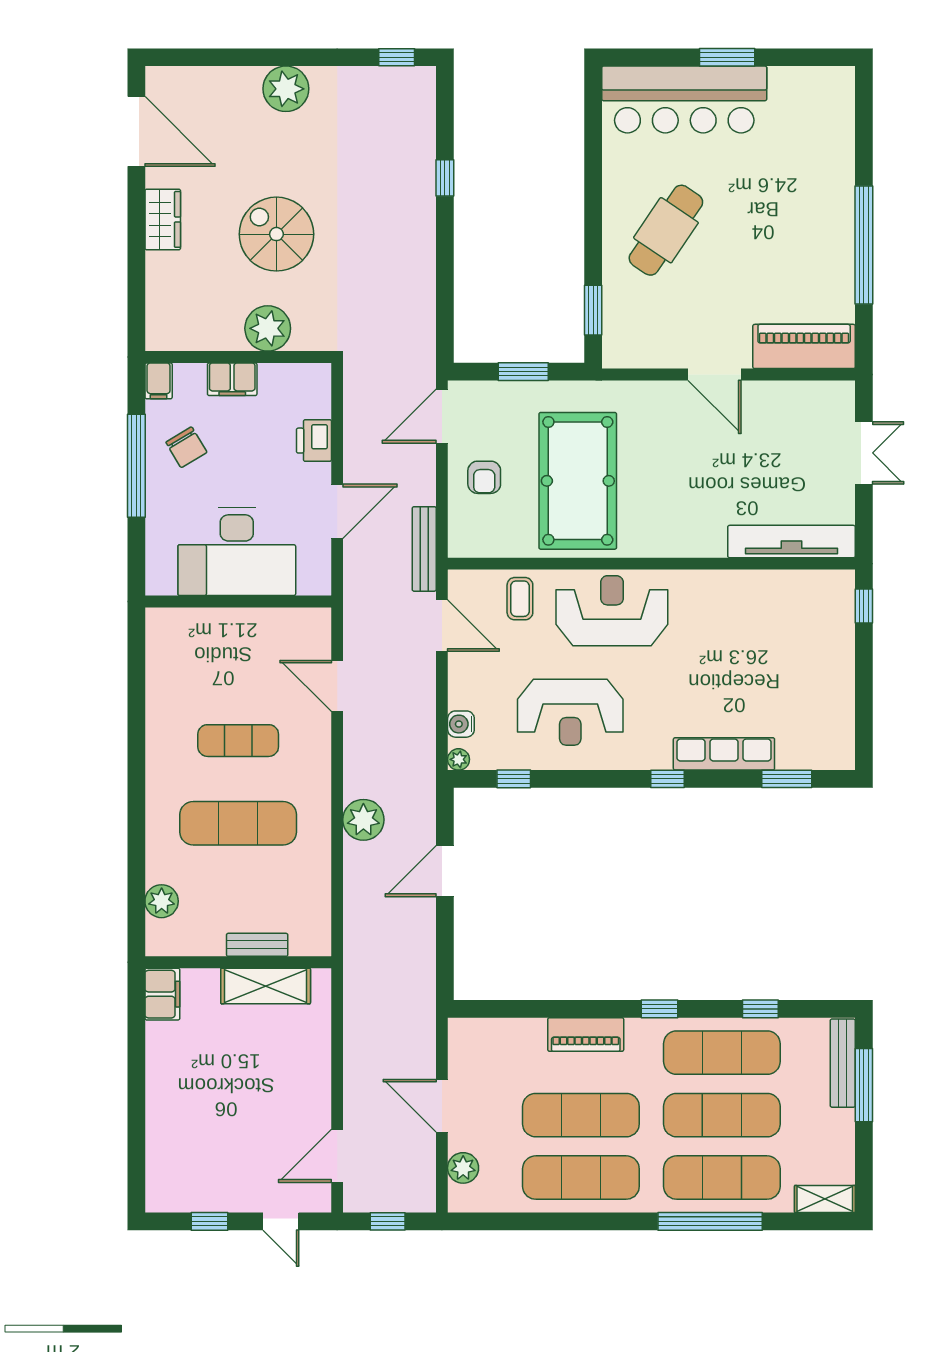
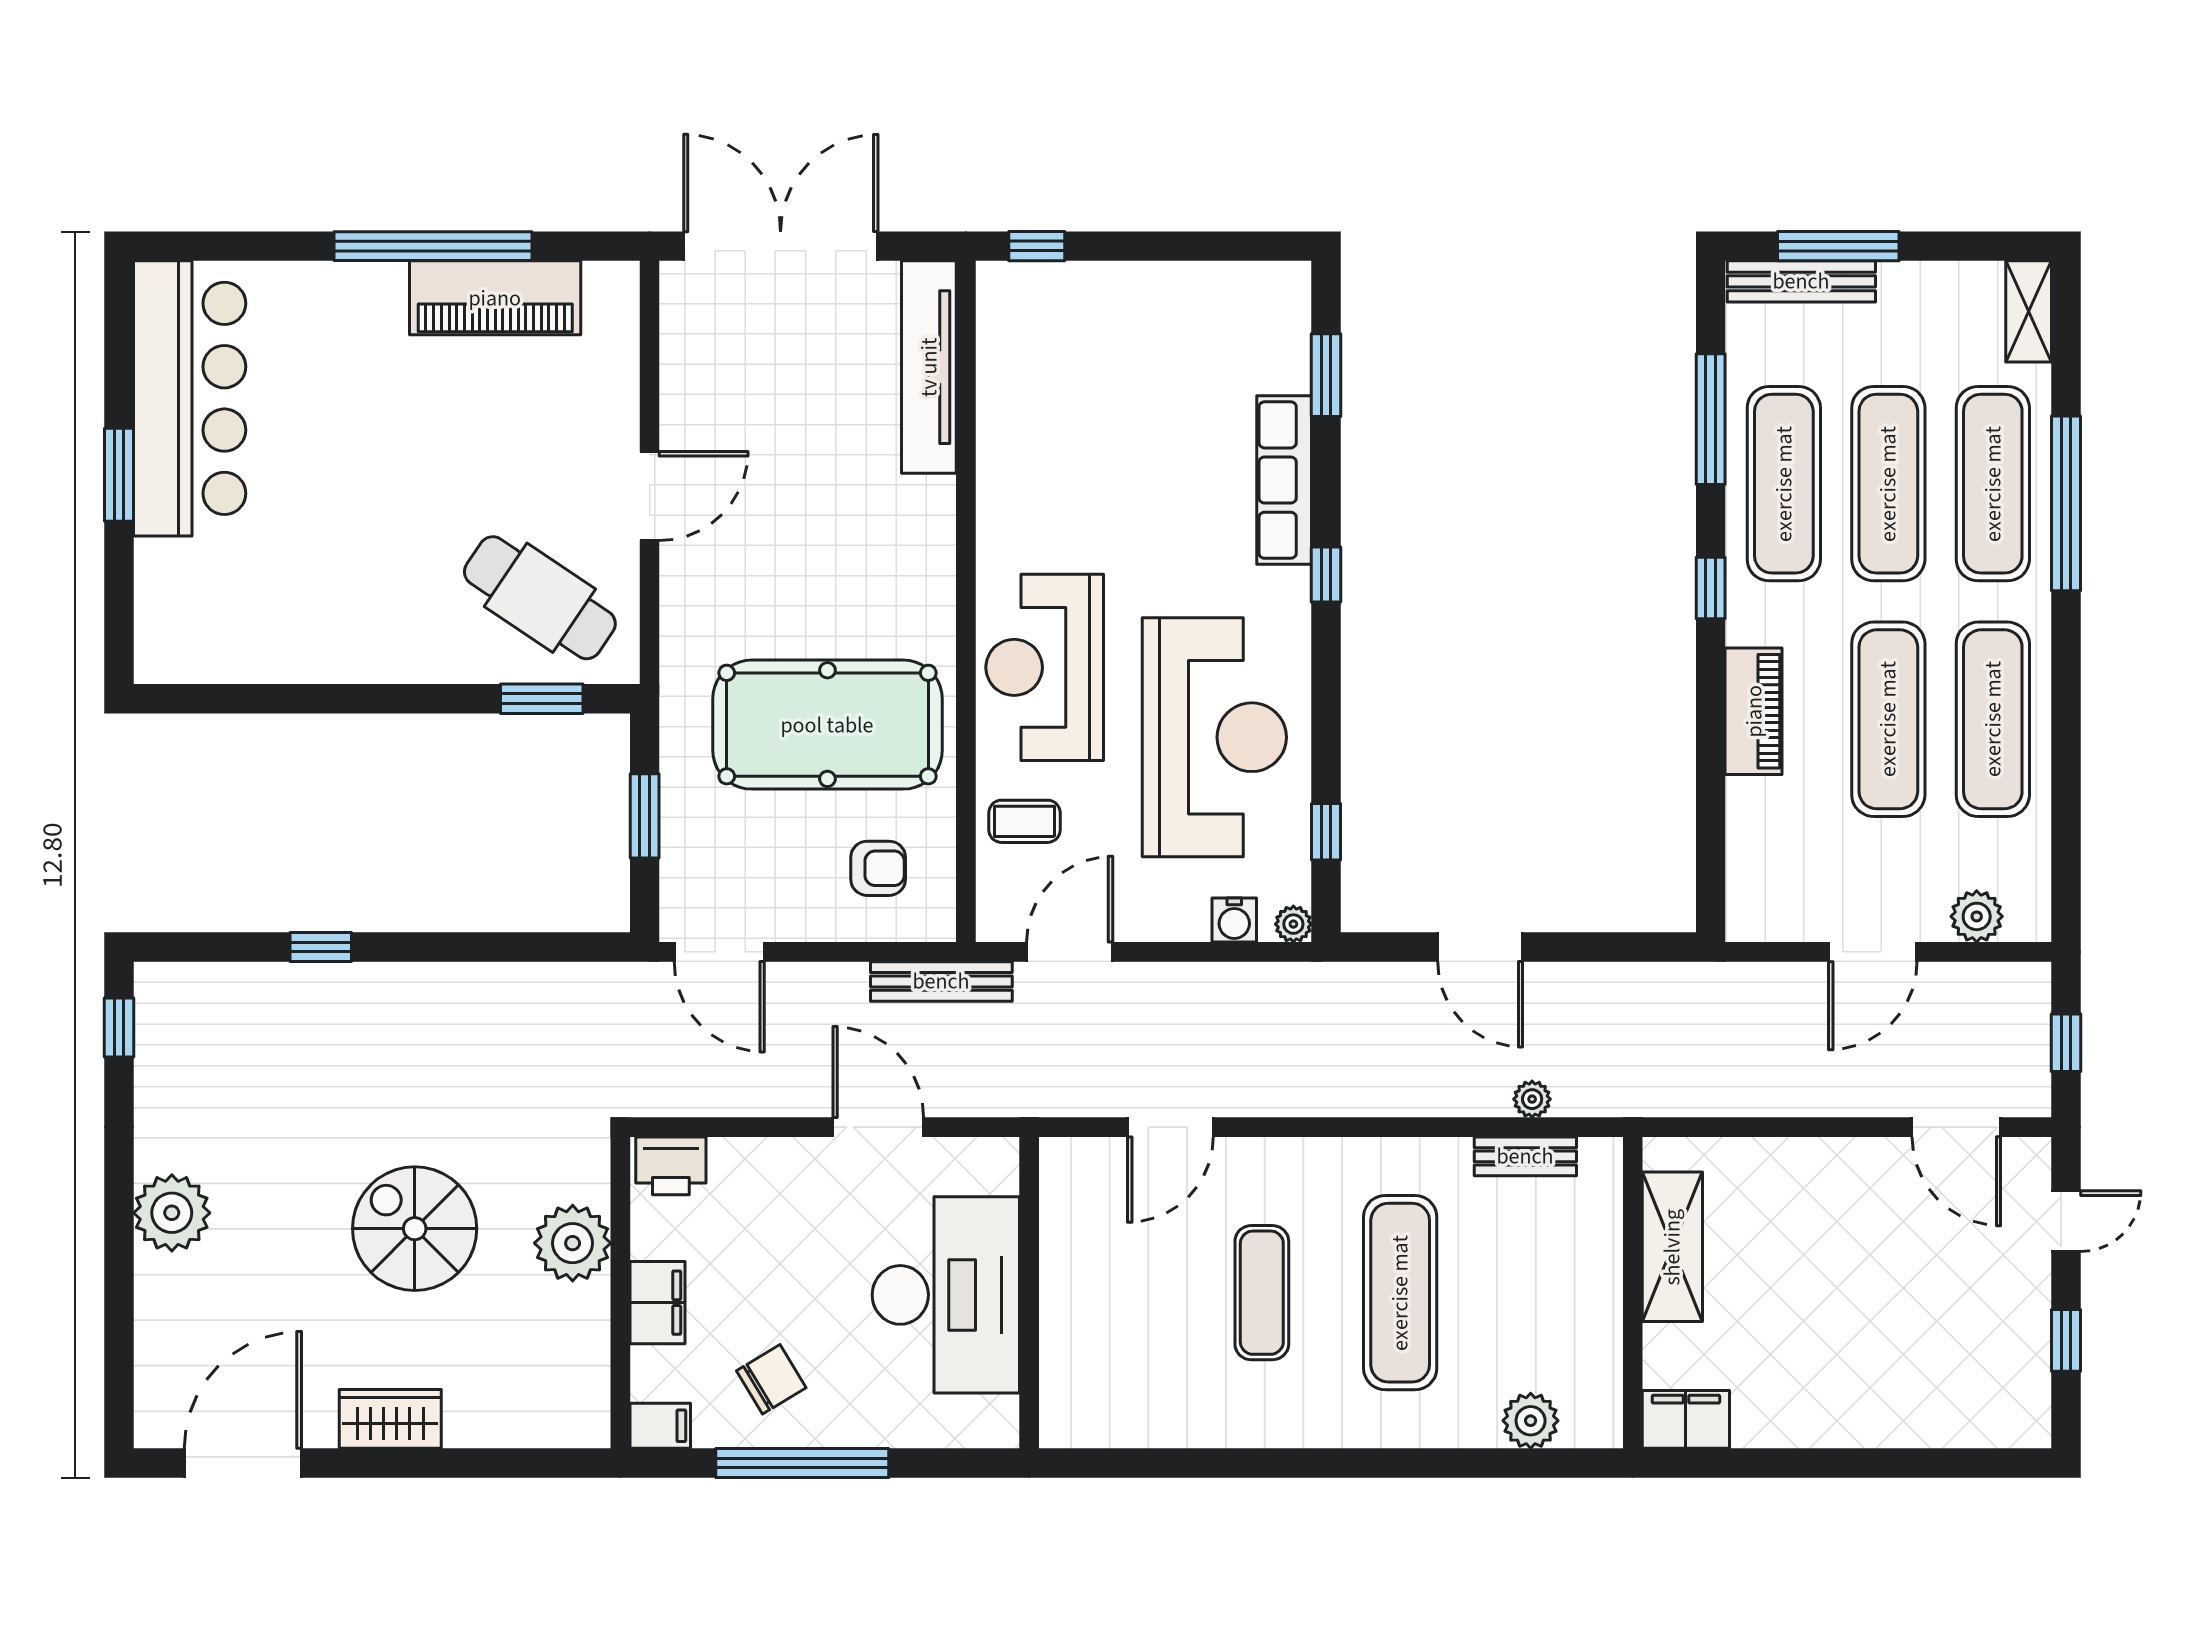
bar counter: (684, 99) -> (190, 398), moved
cafe table: (666, 230) -> (540, 598), moved
spiral stairs: (276, 234) -> (415, 1229), turned 90
piano: (804, 346) -> (495, 298), moved, turned -90
printer: (314, 441) -> (671, 1166), moved
double door: (864, 453) -> (781, 246), width x1.87
armchair: (484, 477) -> (878, 868), moved
reception desk: (570, 712) -> (1214, 737), width x1.36, depth x1.30
plant: (363, 820) -> (1532, 1099), moved, width x0.53, depth x0.53
bench: (257, 945) -> (1525, 1156), moved, turned 90
window: (760, 1009) -> (1711, 419), width x2.17

